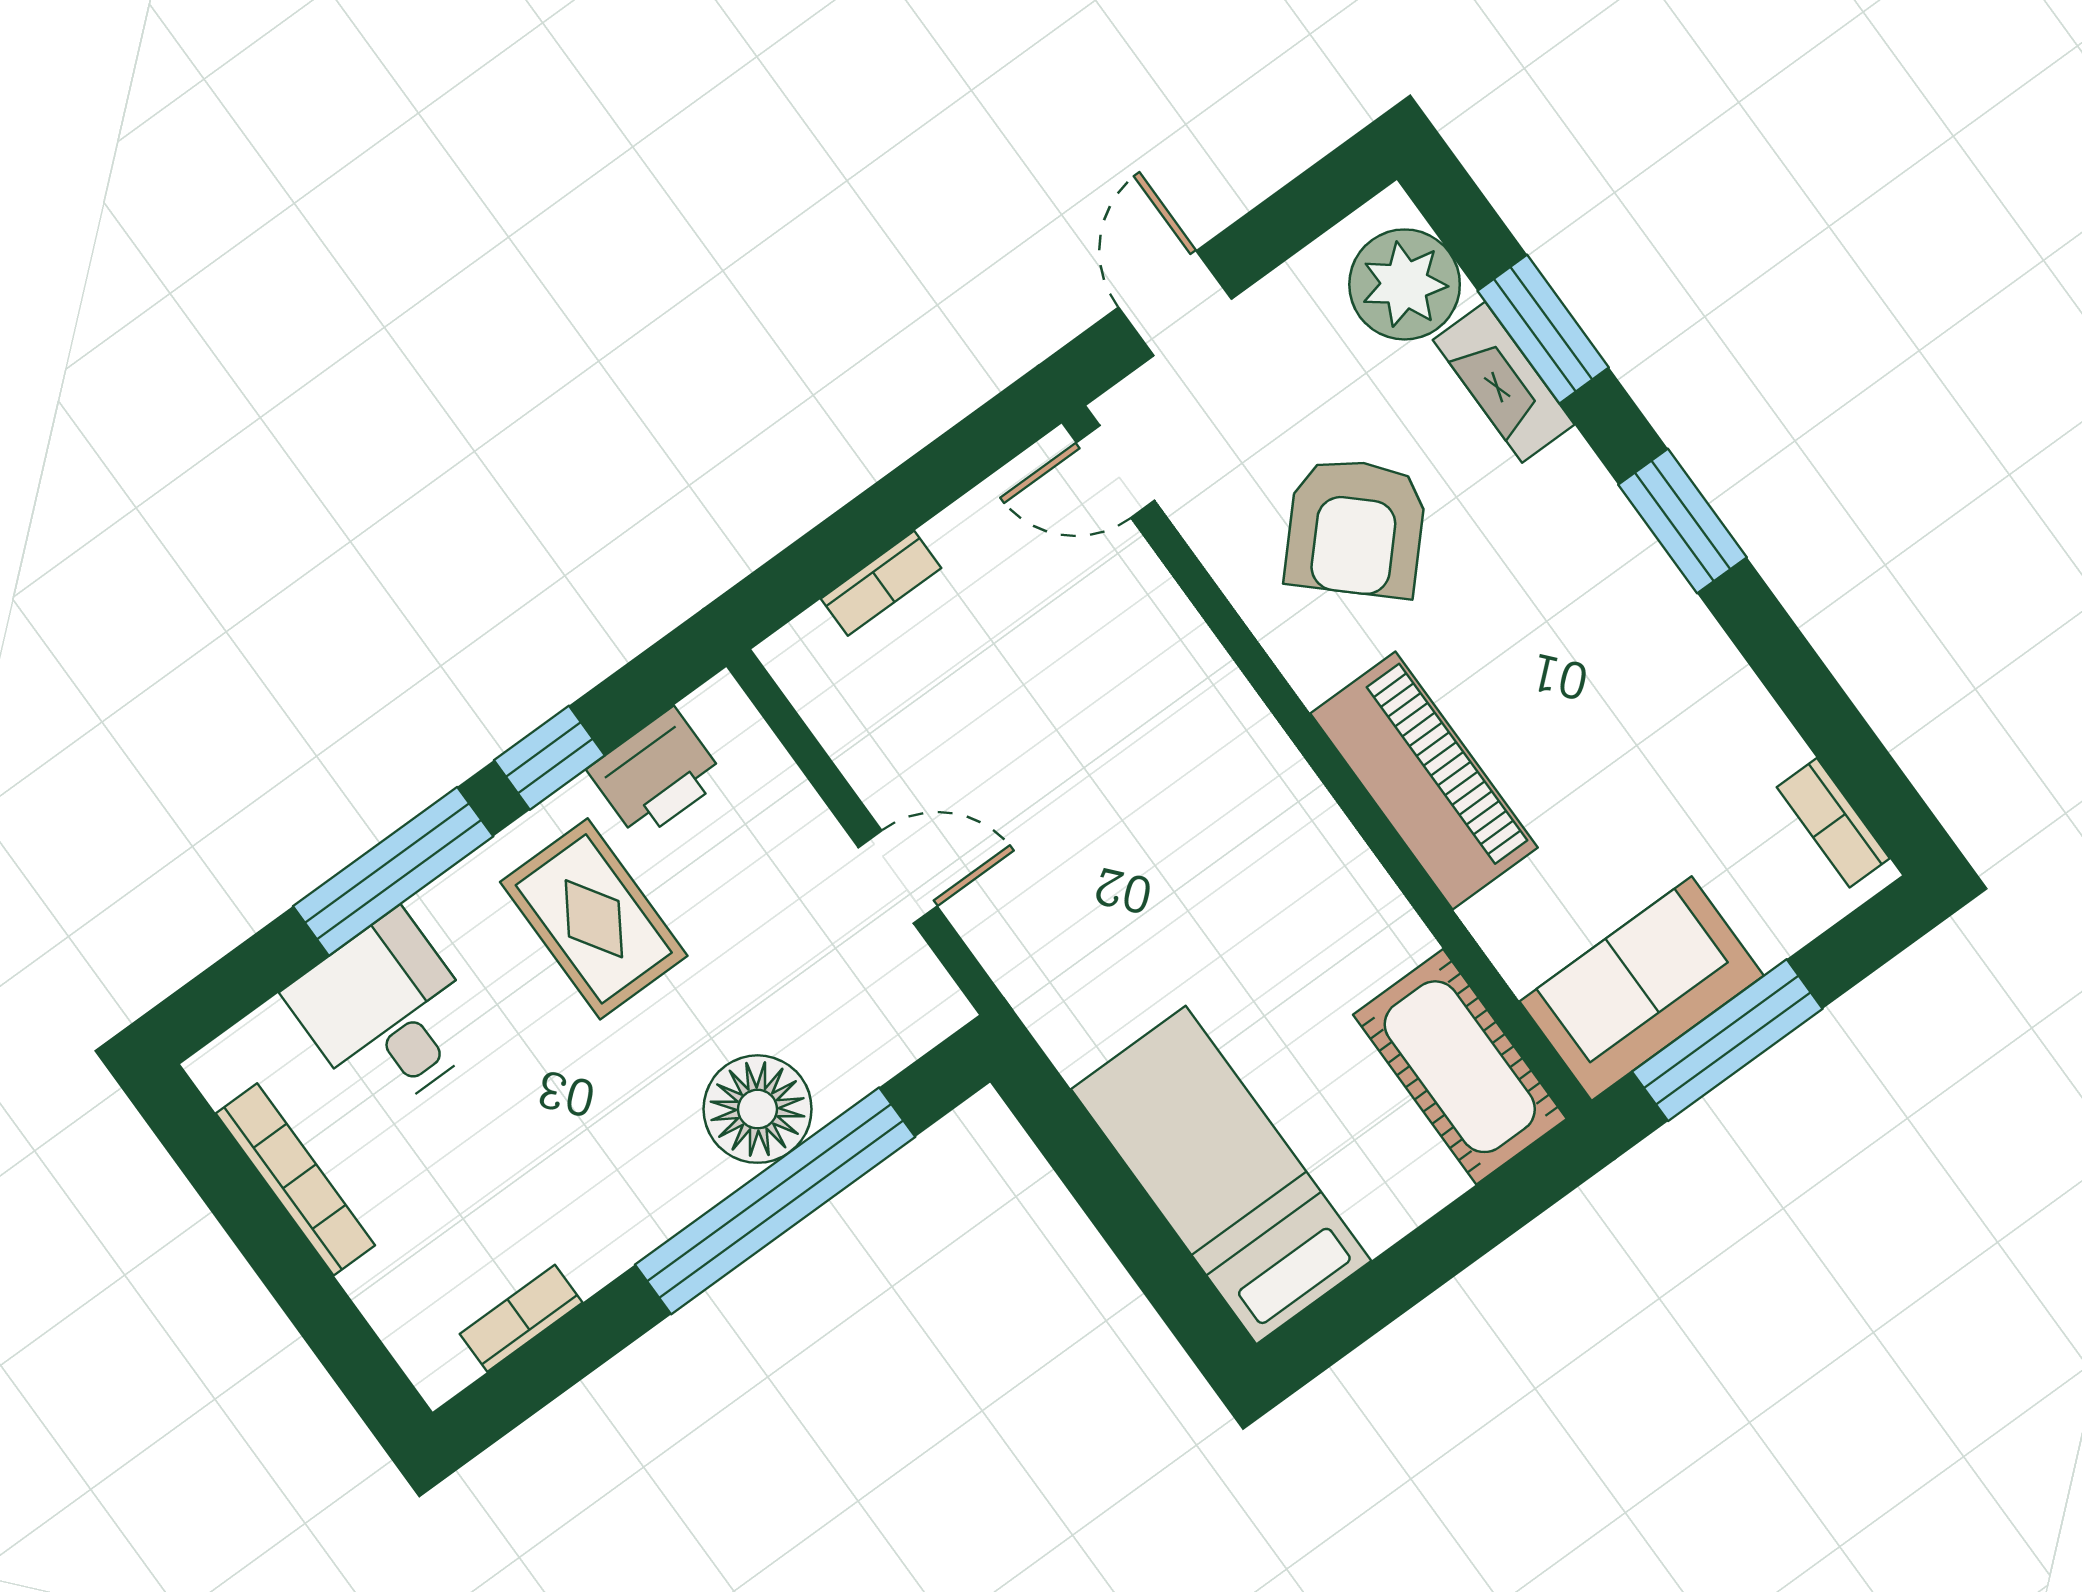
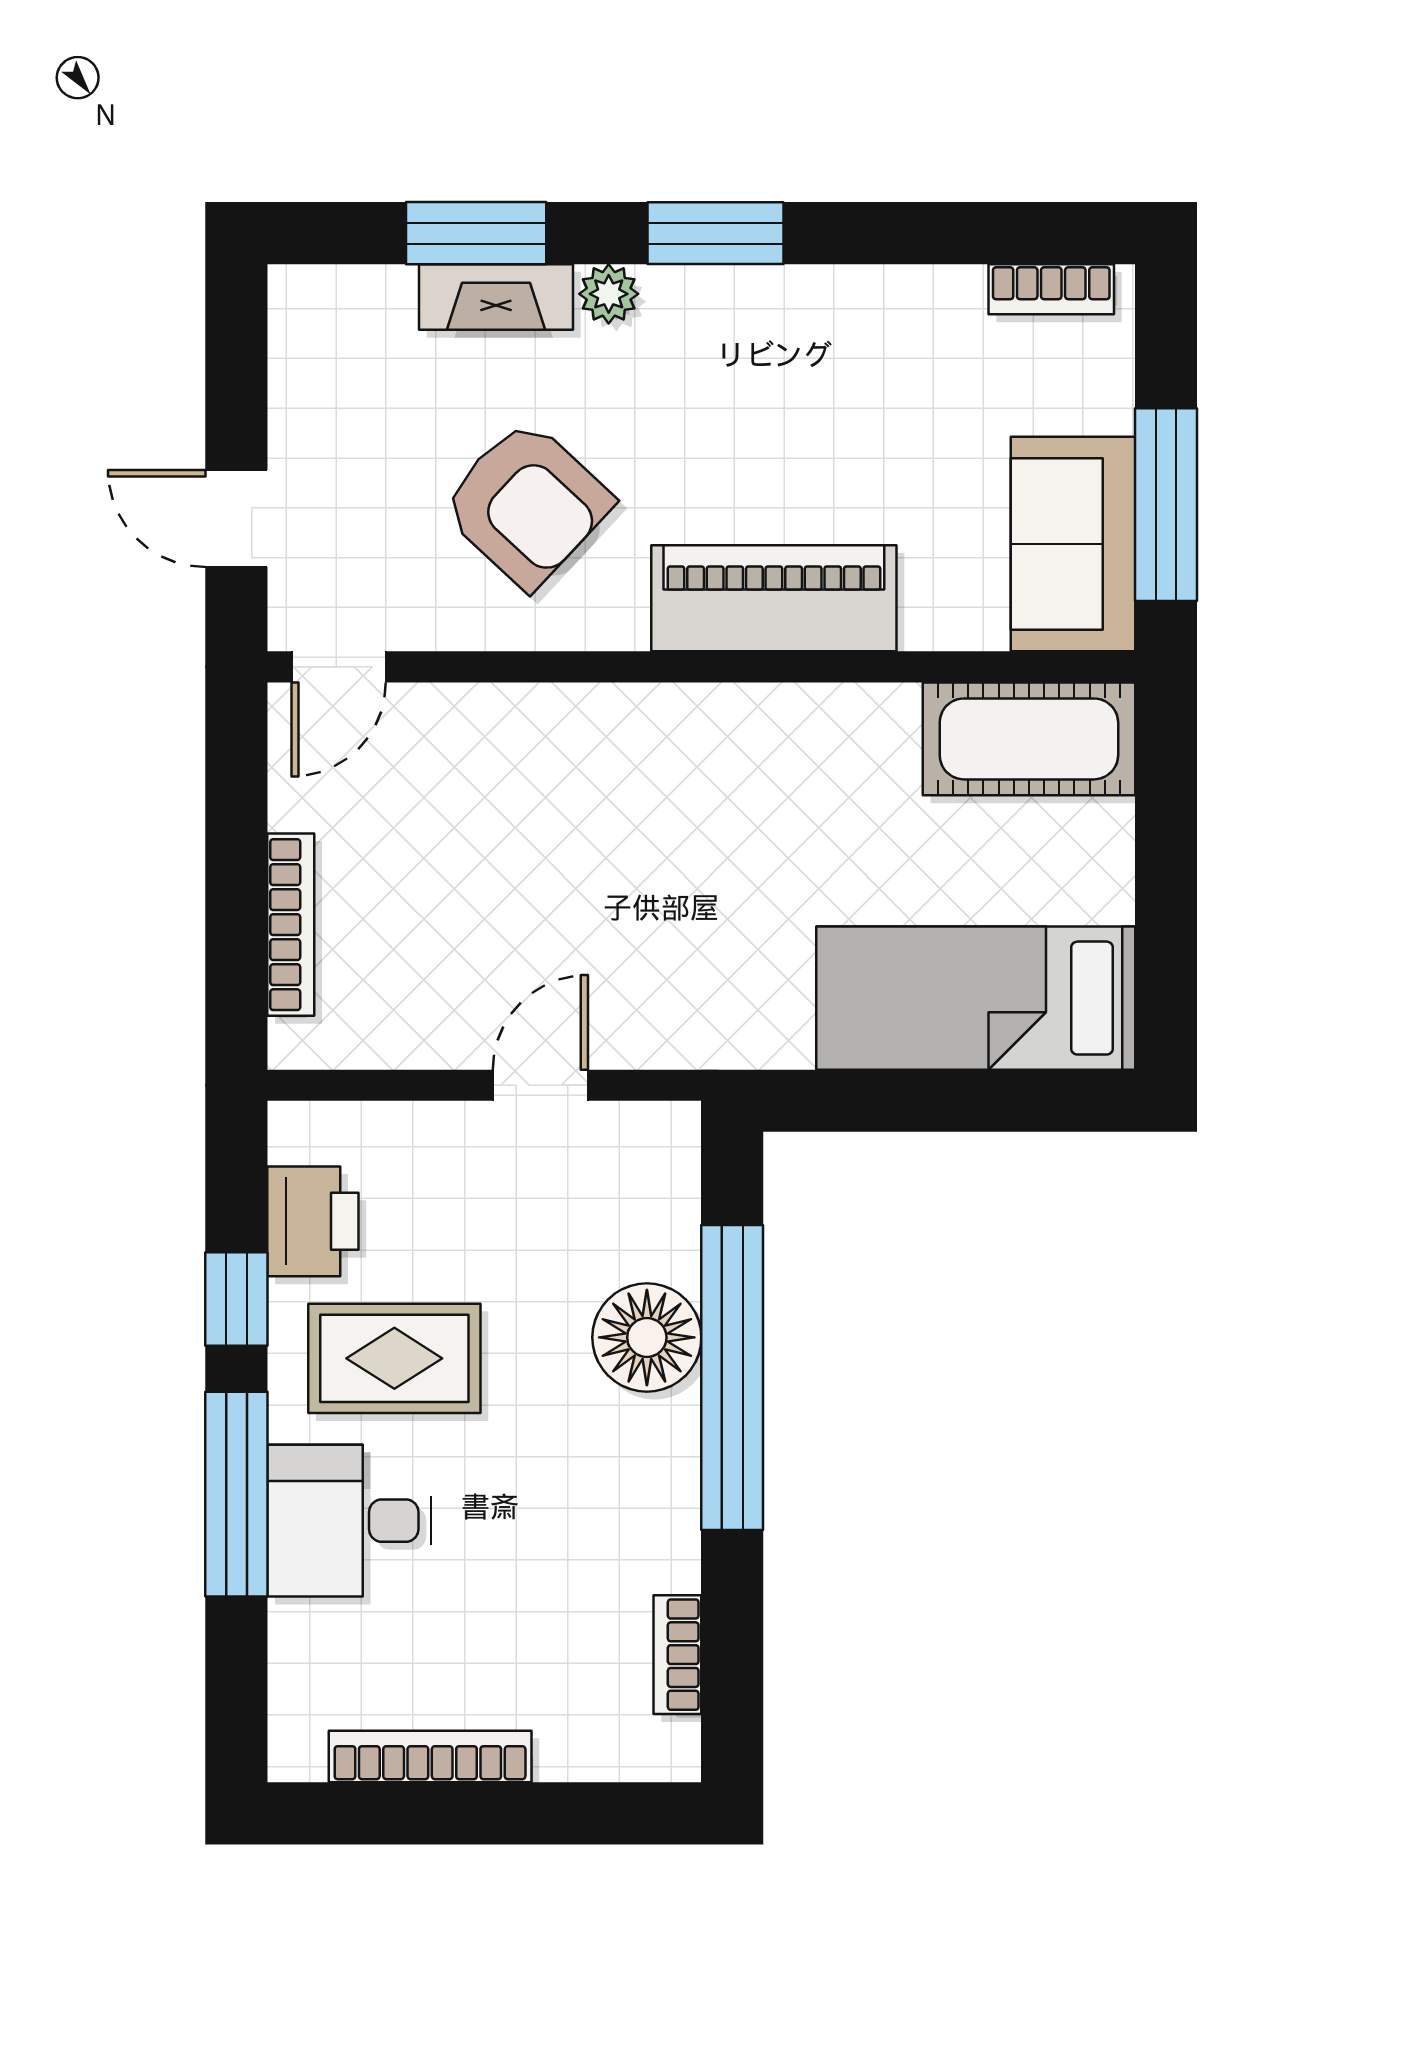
plant: (1405, 284) -> (609, 294), moved, width x0.53, depth x0.53
bookcase: (881, 583) -> (291, 925), width x1.56
desk: (387, 1014) -> (349, 1521), moved

